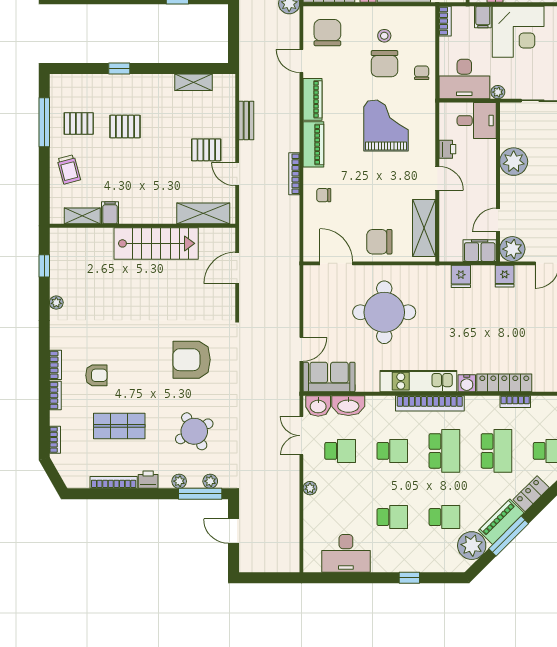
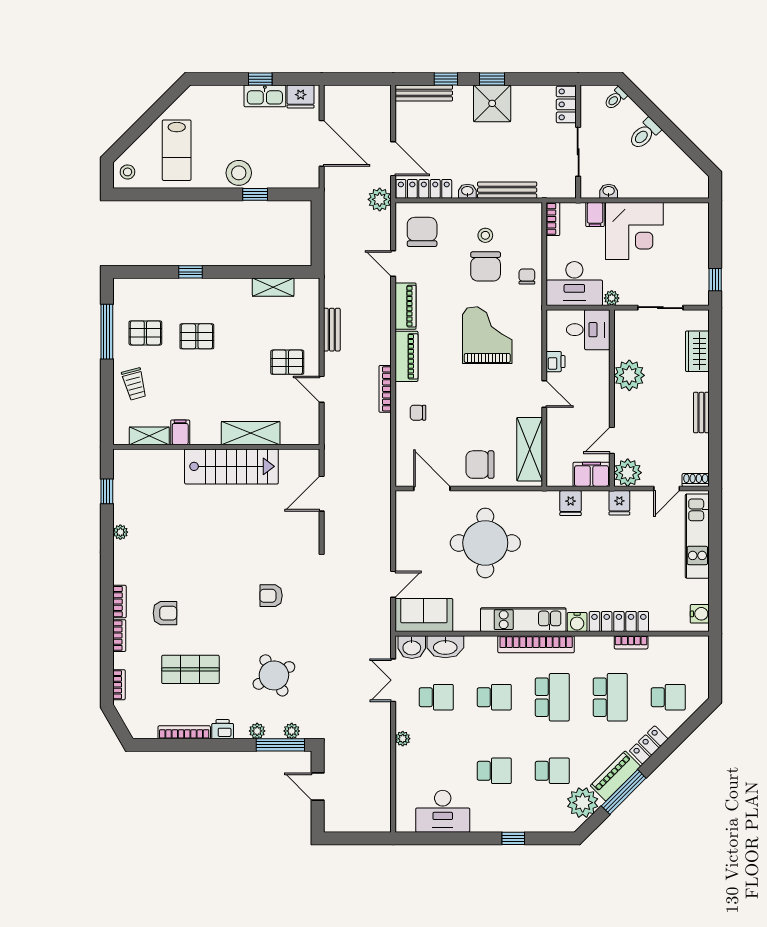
shelving: (203, 213) -> (251, 433), moved
armchair: (192, 360) -> (271, 596), width x0.53, depth x0.53

